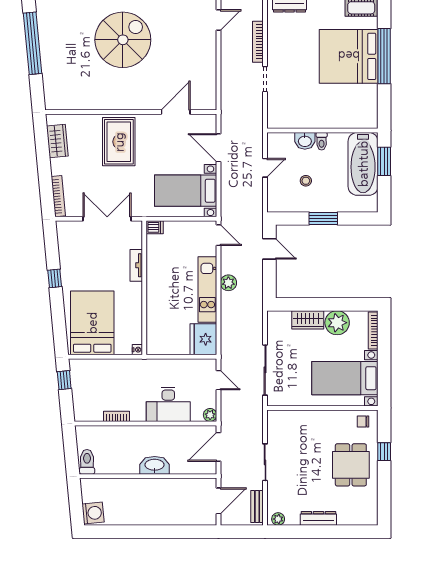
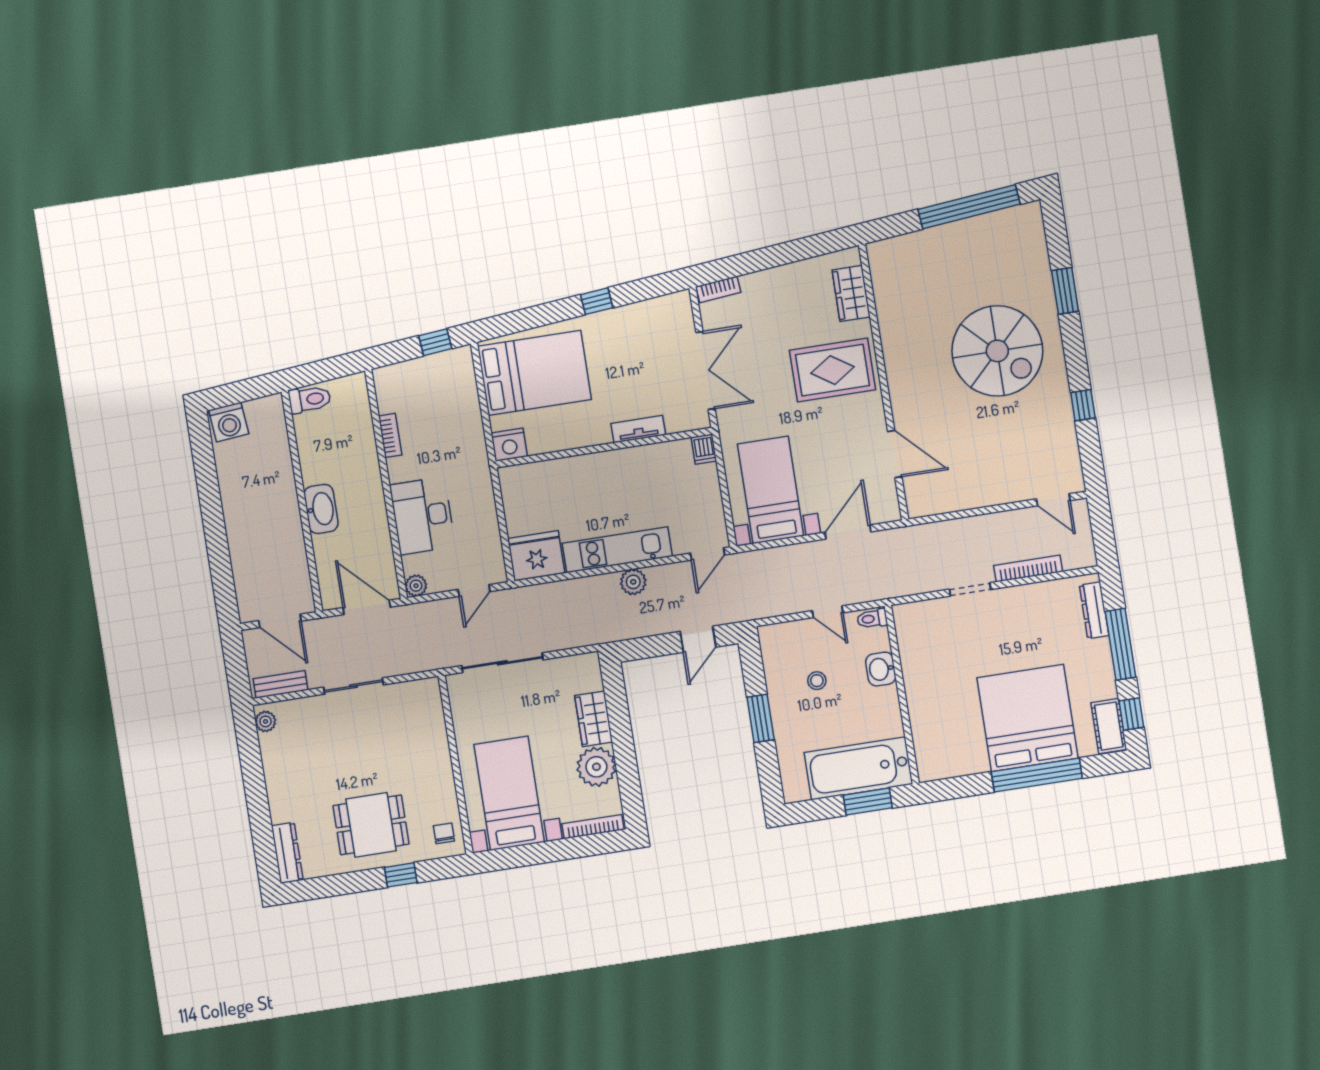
wardrobe: (57, 141) -> (851, 293), moved, turned 95
toilet: (322, 141) -> (872, 619), moved
bookcase: (58, 196) -> (718, 289), width x0.64
nightstand: (137, 350) -> (509, 445), width x1.89, depth x1.79
dresser: (318, 518) -> (287, 853), moved

